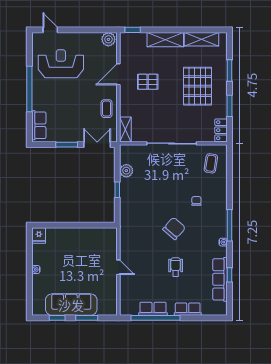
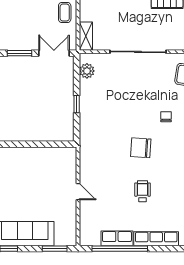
plant: (126, 171) -> (87, 71), moved
chair: (174, 228) -> (141, 148), turned -127
row of seats: (188, 309) -> (156, 239), width x1.48
window: (87, 318) -> (55, 249), moved

